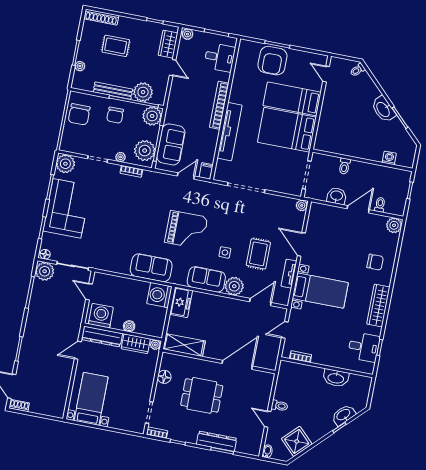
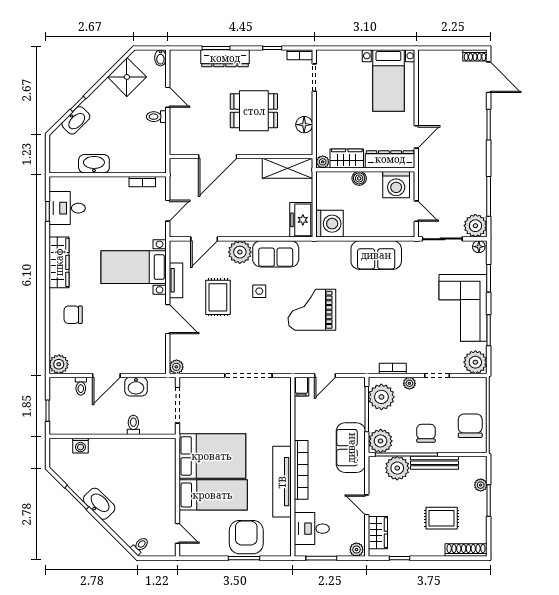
tv unit: (230, 132) -> (282, 482), moved
sofa: (171, 144) -> (351, 448), moved
sofa: (151, 268) -> (376, 255), moved

